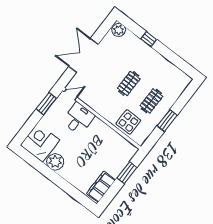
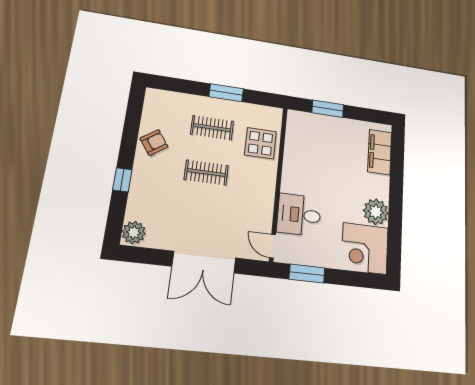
armchair: (160, 66) -> (154, 143), added
filing cabinet: (101, 187) -> (380, 152), moved, turned 90

